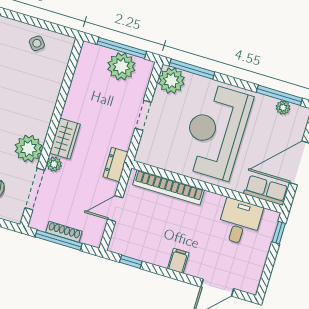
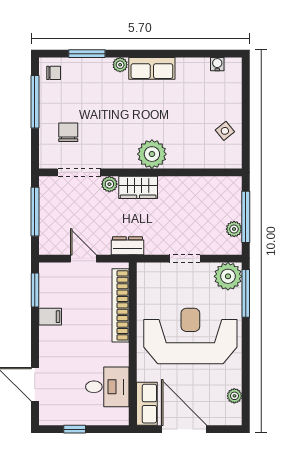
plant: (121, 66) -> (234, 229), width x0.53, depth x0.53
window: (279, 95) -> (246, 388), removed
plant: (29, 149) -> (152, 154), moved
shoe rack: (64, 232) -> (45, 214), removed
window: (279, 233) -> (75, 429), moved
filing cabinet: (178, 261) -> (50, 317), moved
window: (131, 262) -> (35, 290), width x1.50

